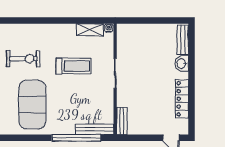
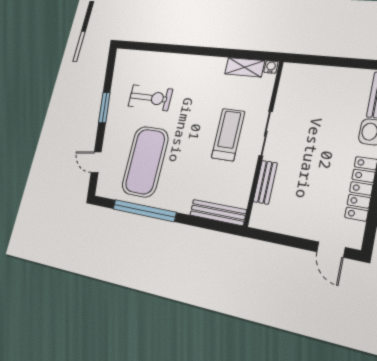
treadmill: (74, 66) -> (228, 135), moved, turned -90
bench: (122, 121) -> (265, 182), moved
window: (76, 138) -> (144, 211), moved

